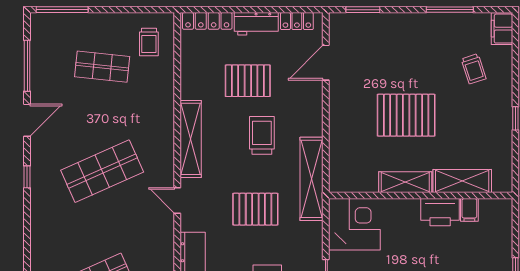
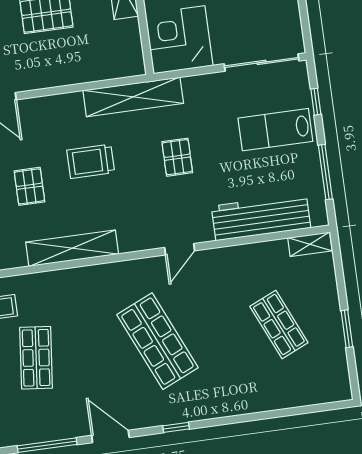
pallet: (248, 81) -> (29, 186), width x0.67, depth x0.71
shelving: (191, 139) -> (72, 248), moved
pallet: (255, 209) -> (177, 157), width x0.67, depth x0.71

